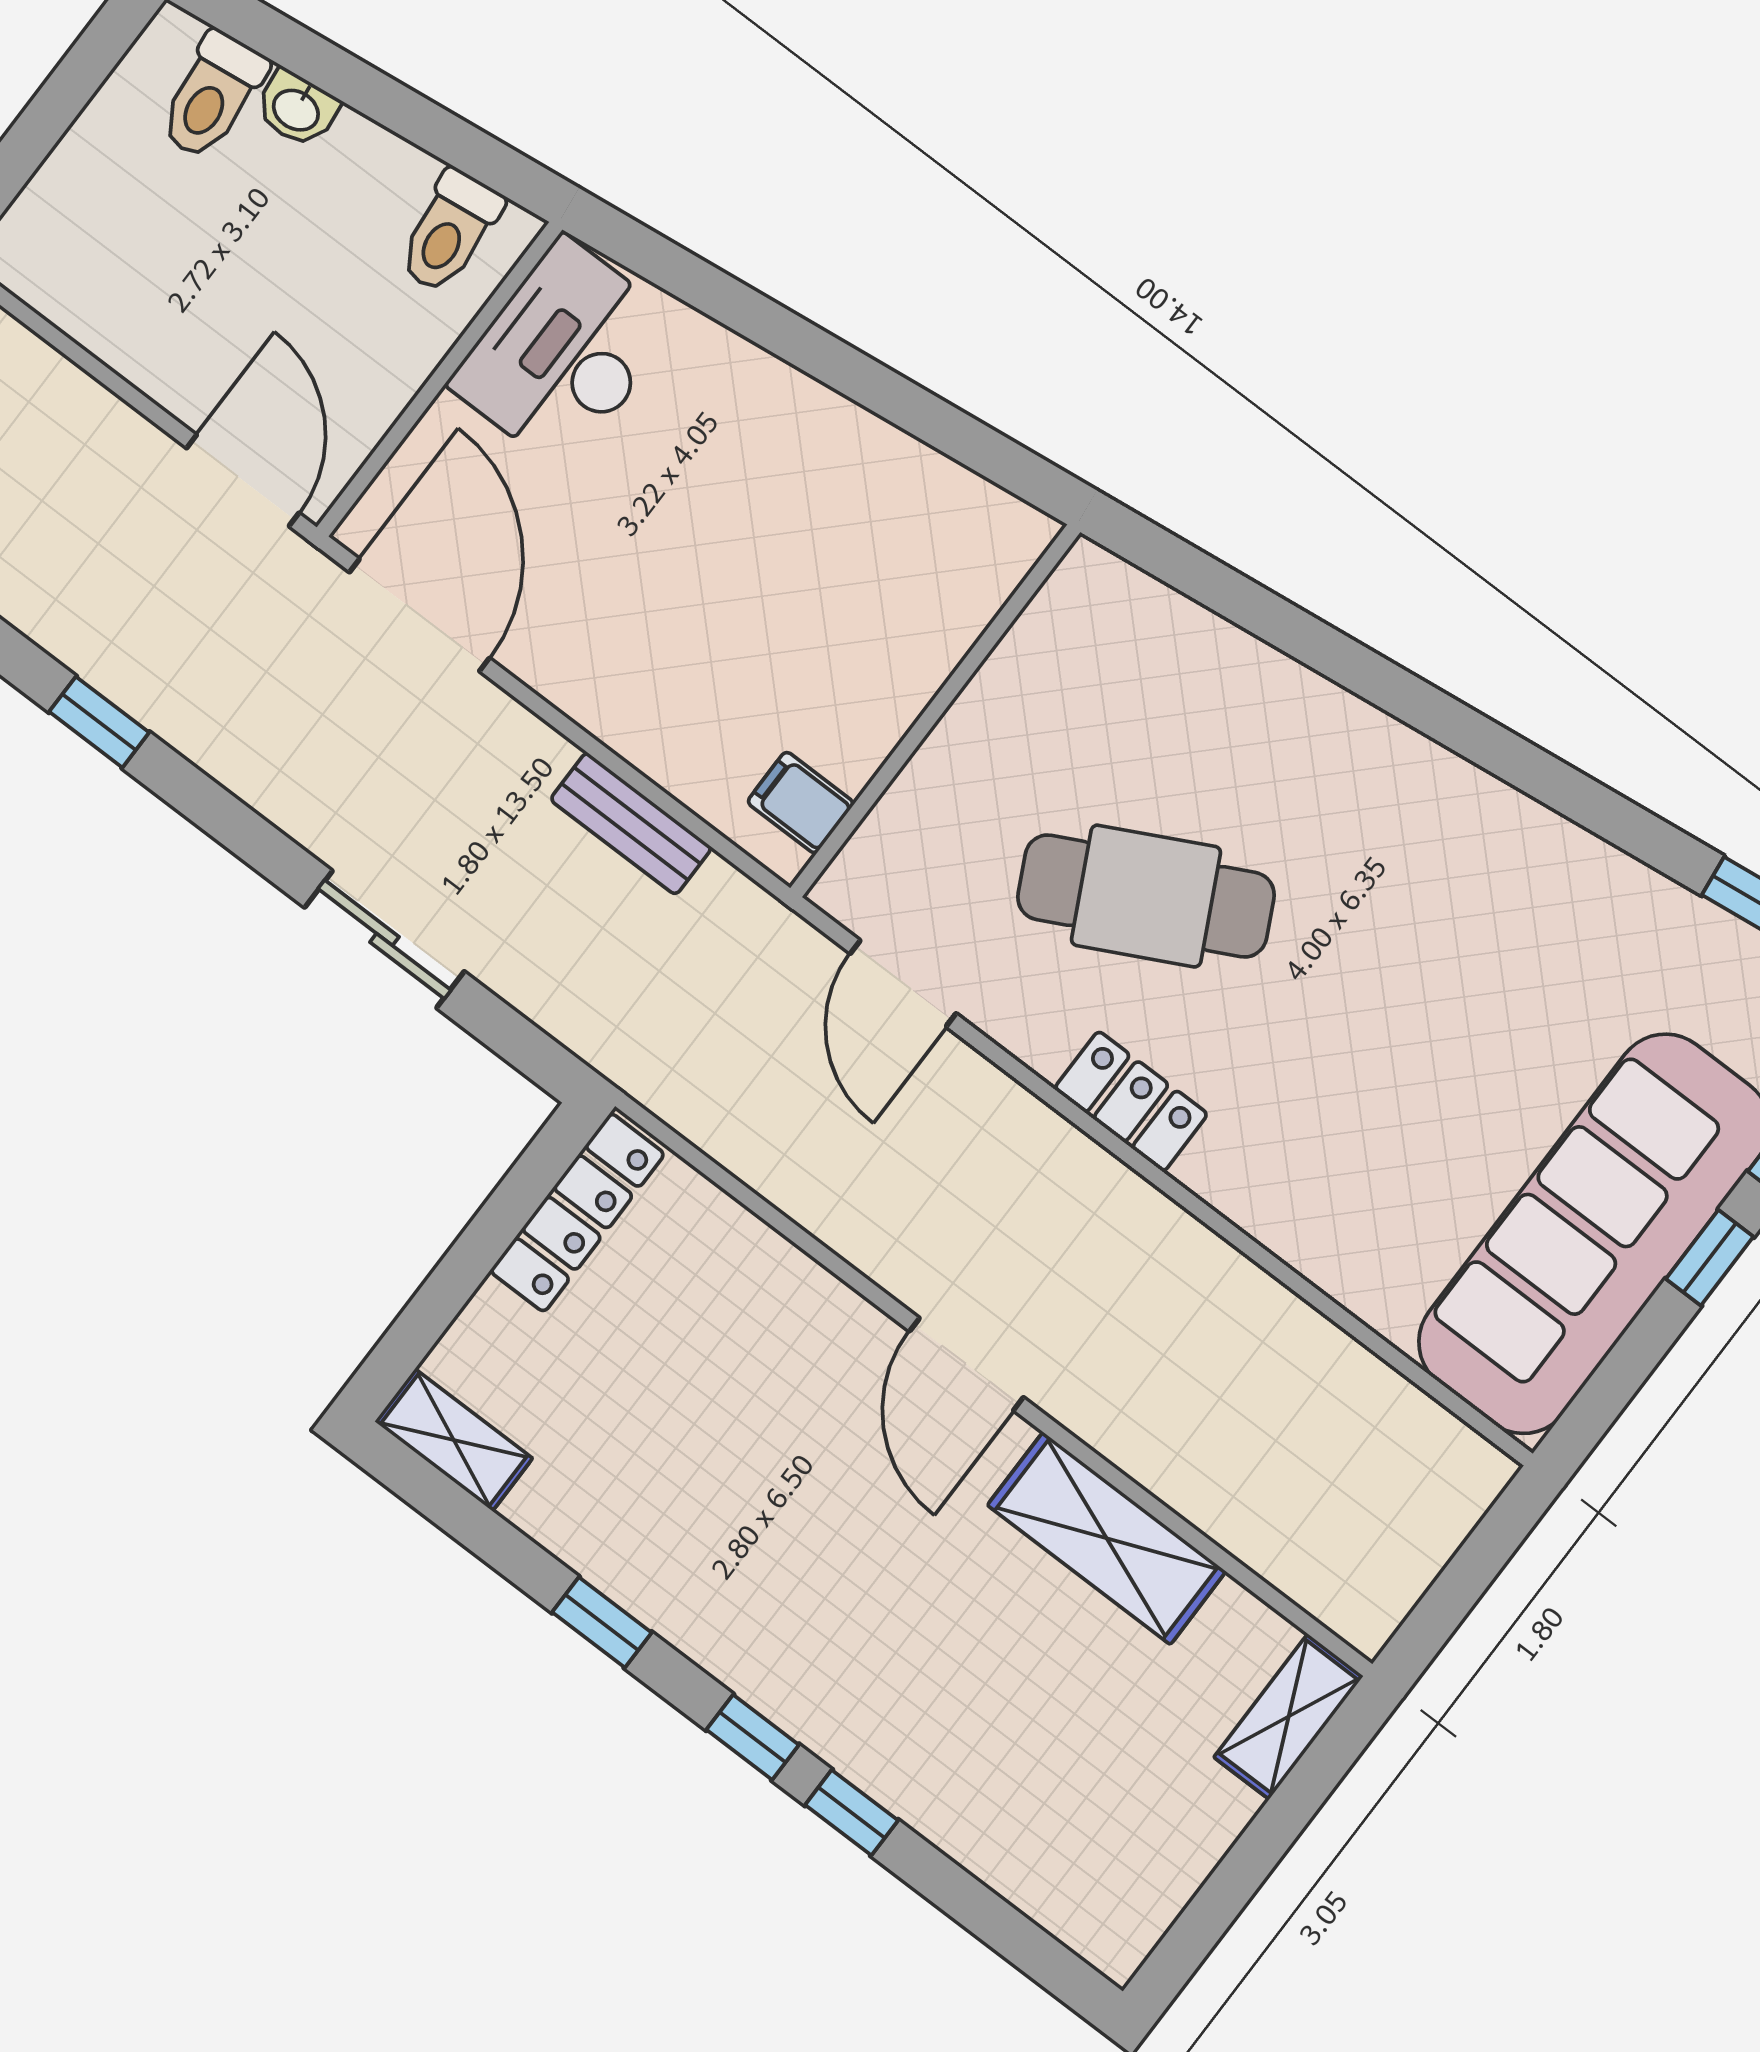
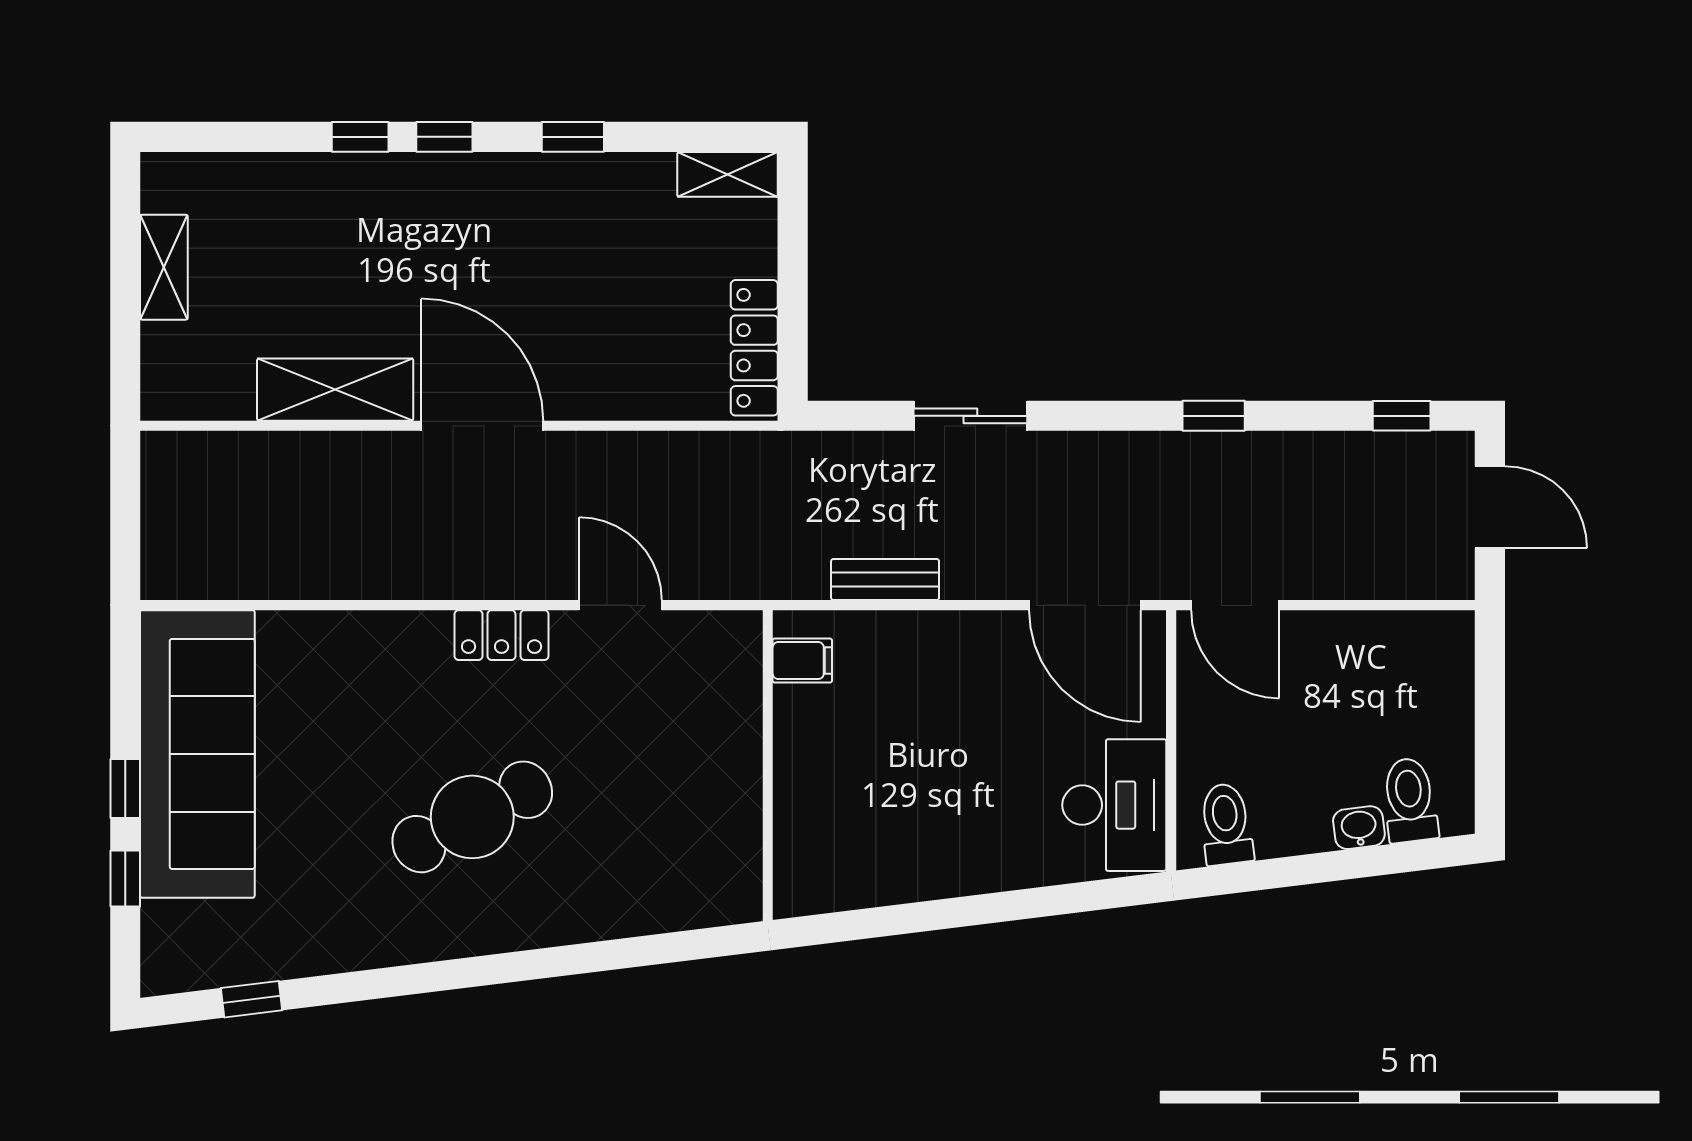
cafe table: (1146, 896) -> (472, 817), moved
door: (903, 984) -> (620, 605), moved
door: (966, 1364) -> (482, 426), width x1.36
shelving: (1289, 1717) -> (164, 267), moved

